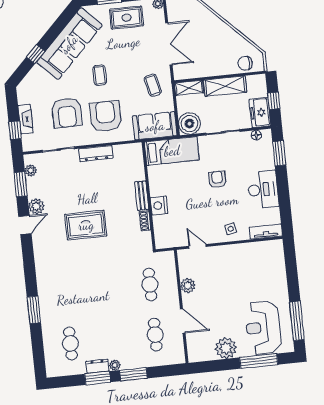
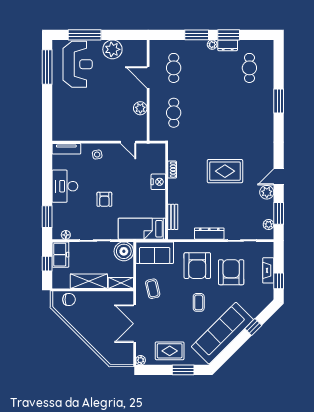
window: (15, 130) -> (279, 281), moved
bench: (142, 196) -> (173, 217), moved

